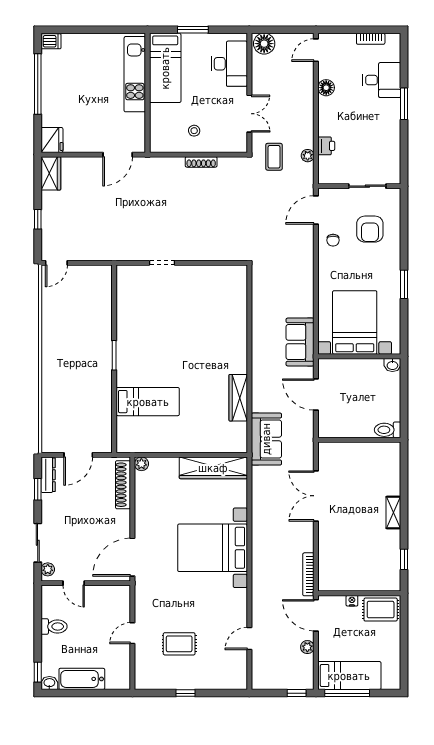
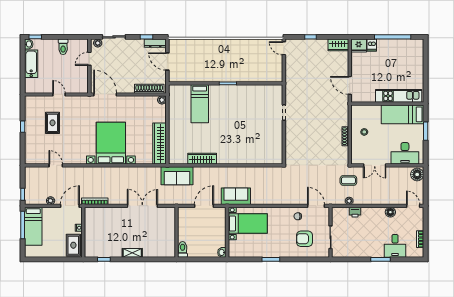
dishwasher: (51, 41) -> (372, 45), moved
bed with nightstands: (355, 322) -> (248, 224), width x0.73

